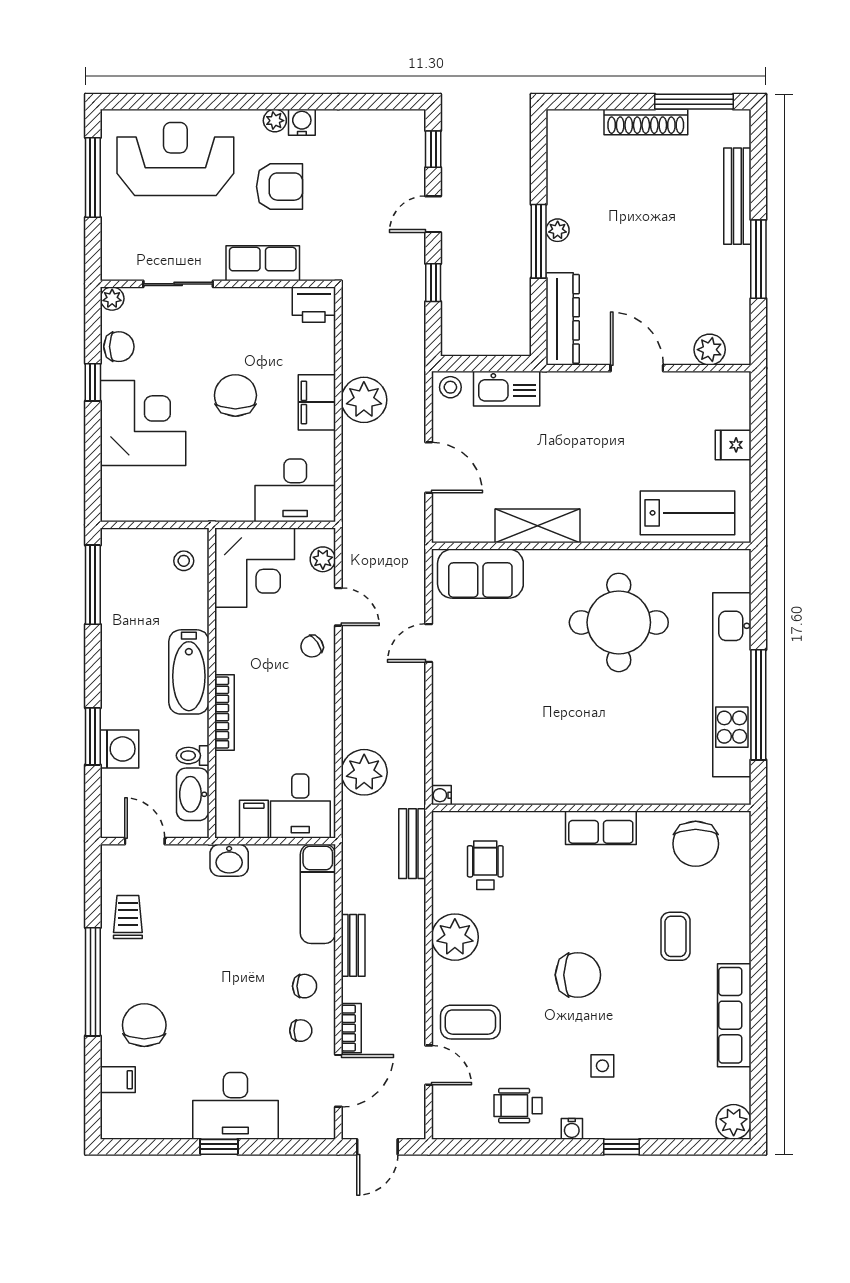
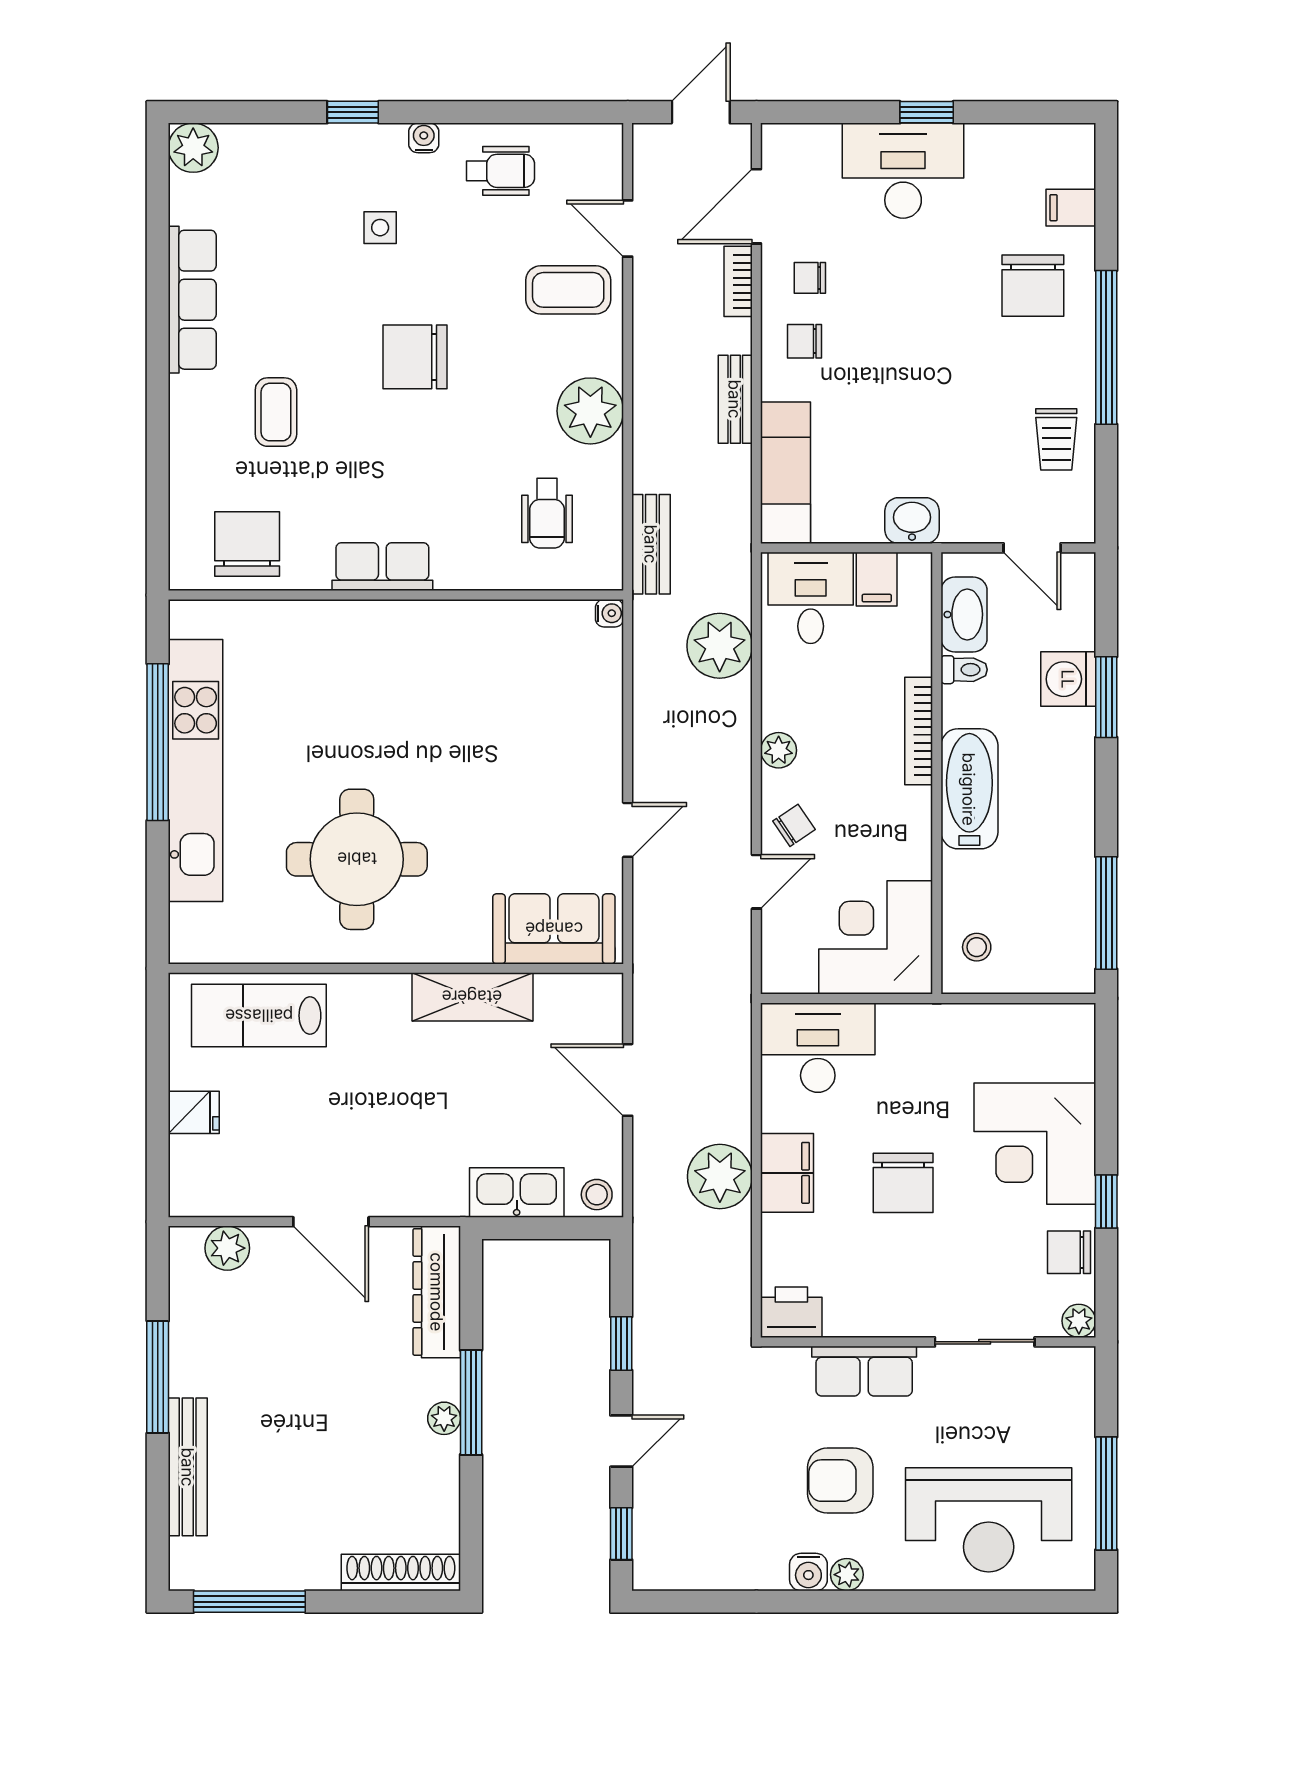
shoe rack: (646, 122) -> (401, 1572), moved
plant: (323, 559) -> (779, 750), moved
door: (338, 607) -> (756, 882), swing flipped

